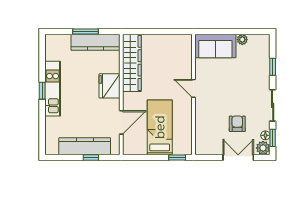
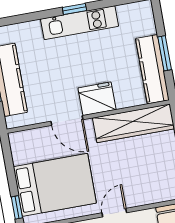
door: (121, 122) -> (67, 120), moved
bed: (160, 127) -> (55, 185), width x1.50

